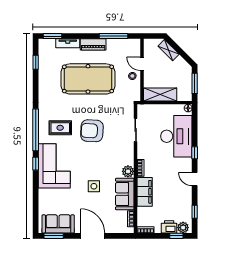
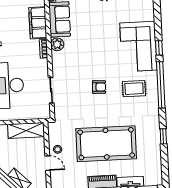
window: (36, 62) -> (163, 136), moved
armchair: (92, 131) -> (99, 87), width x0.53, depth x0.53
side table: (94, 186) -> (94, 26), removed

